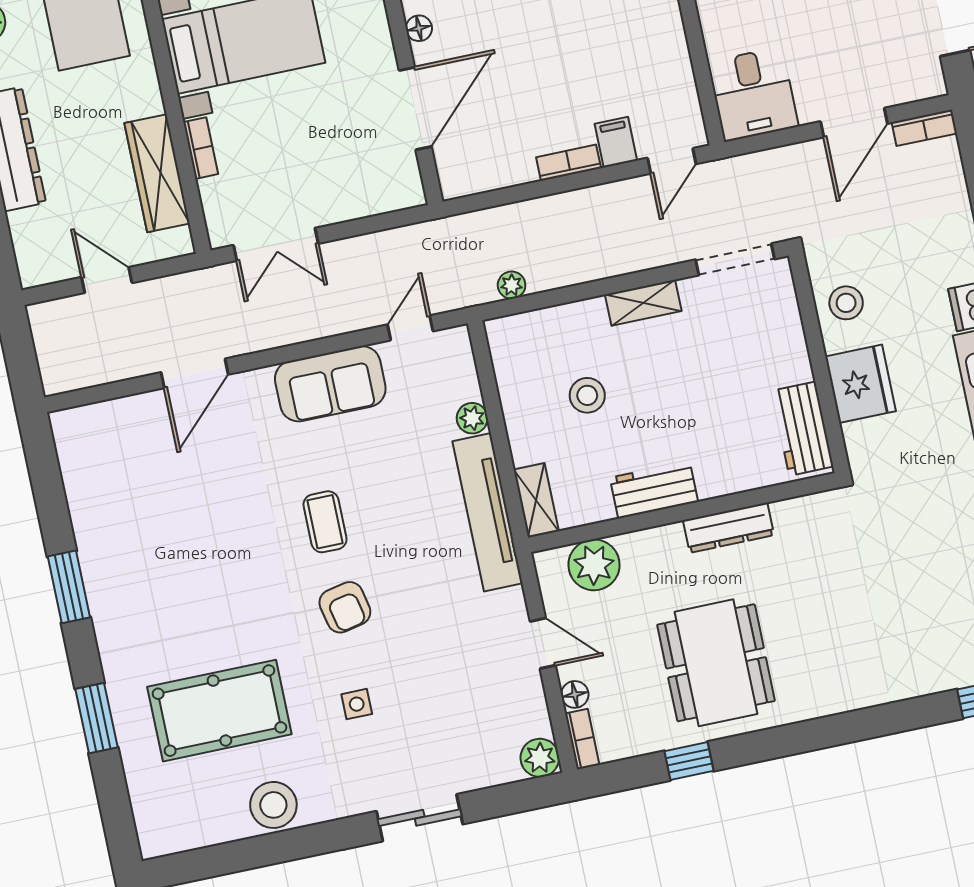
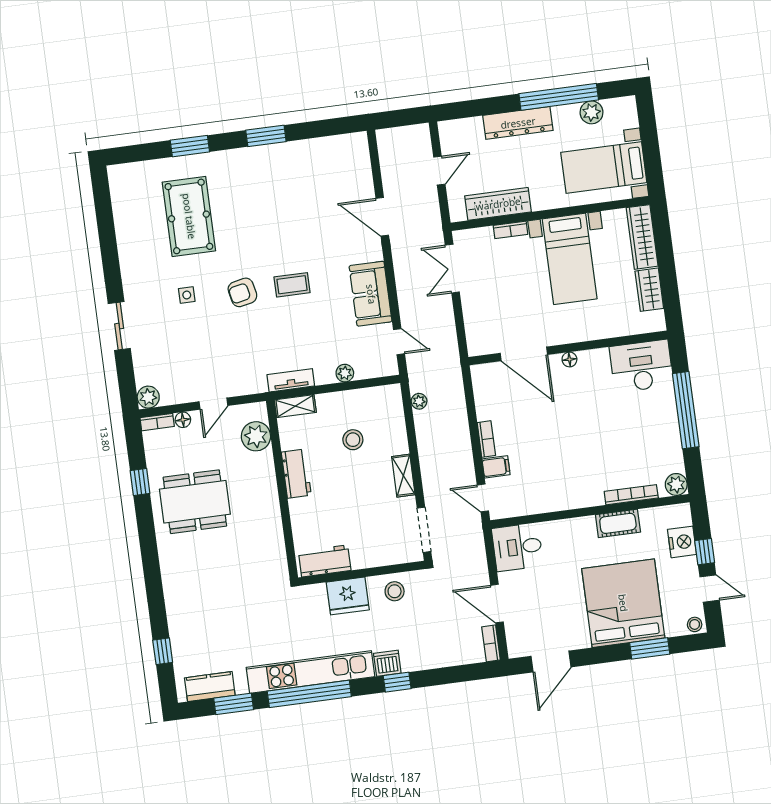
tv unit: (488, 512) -> (291, 380), width x0.52, depth x0.78
dresser: (728, 528) -> (271, 515), removed
stool: (273, 805) -> (133, 243), removed

